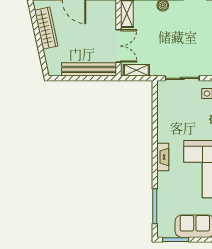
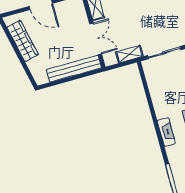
shelving: (136, 70) -> (129, 54), moved

